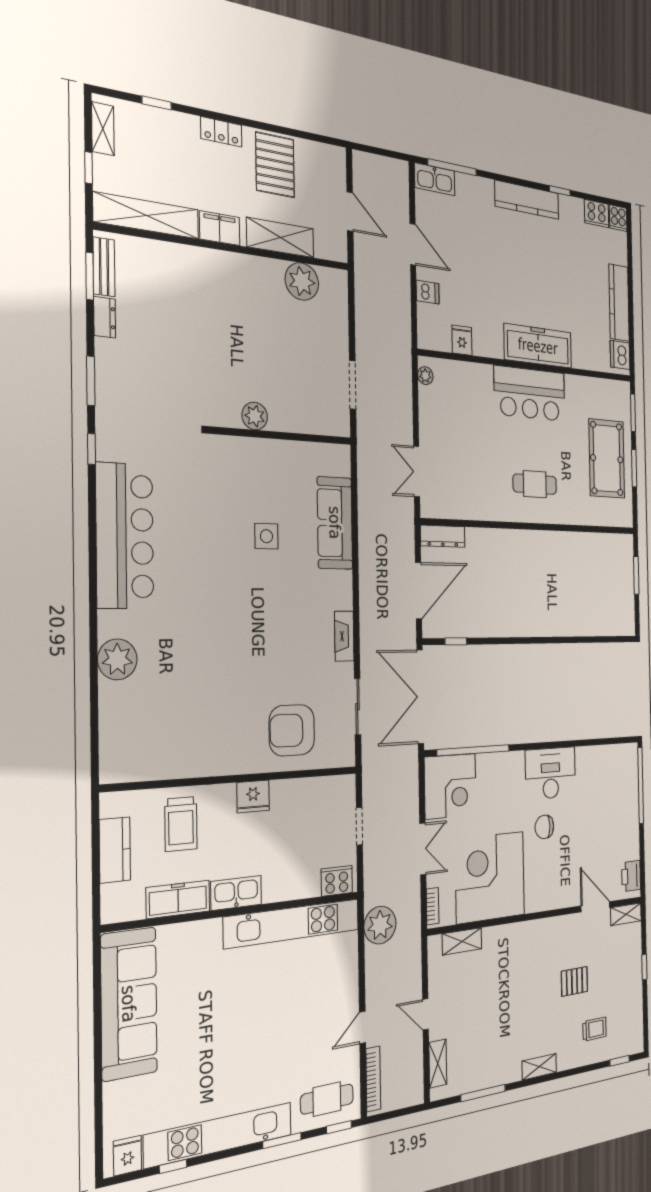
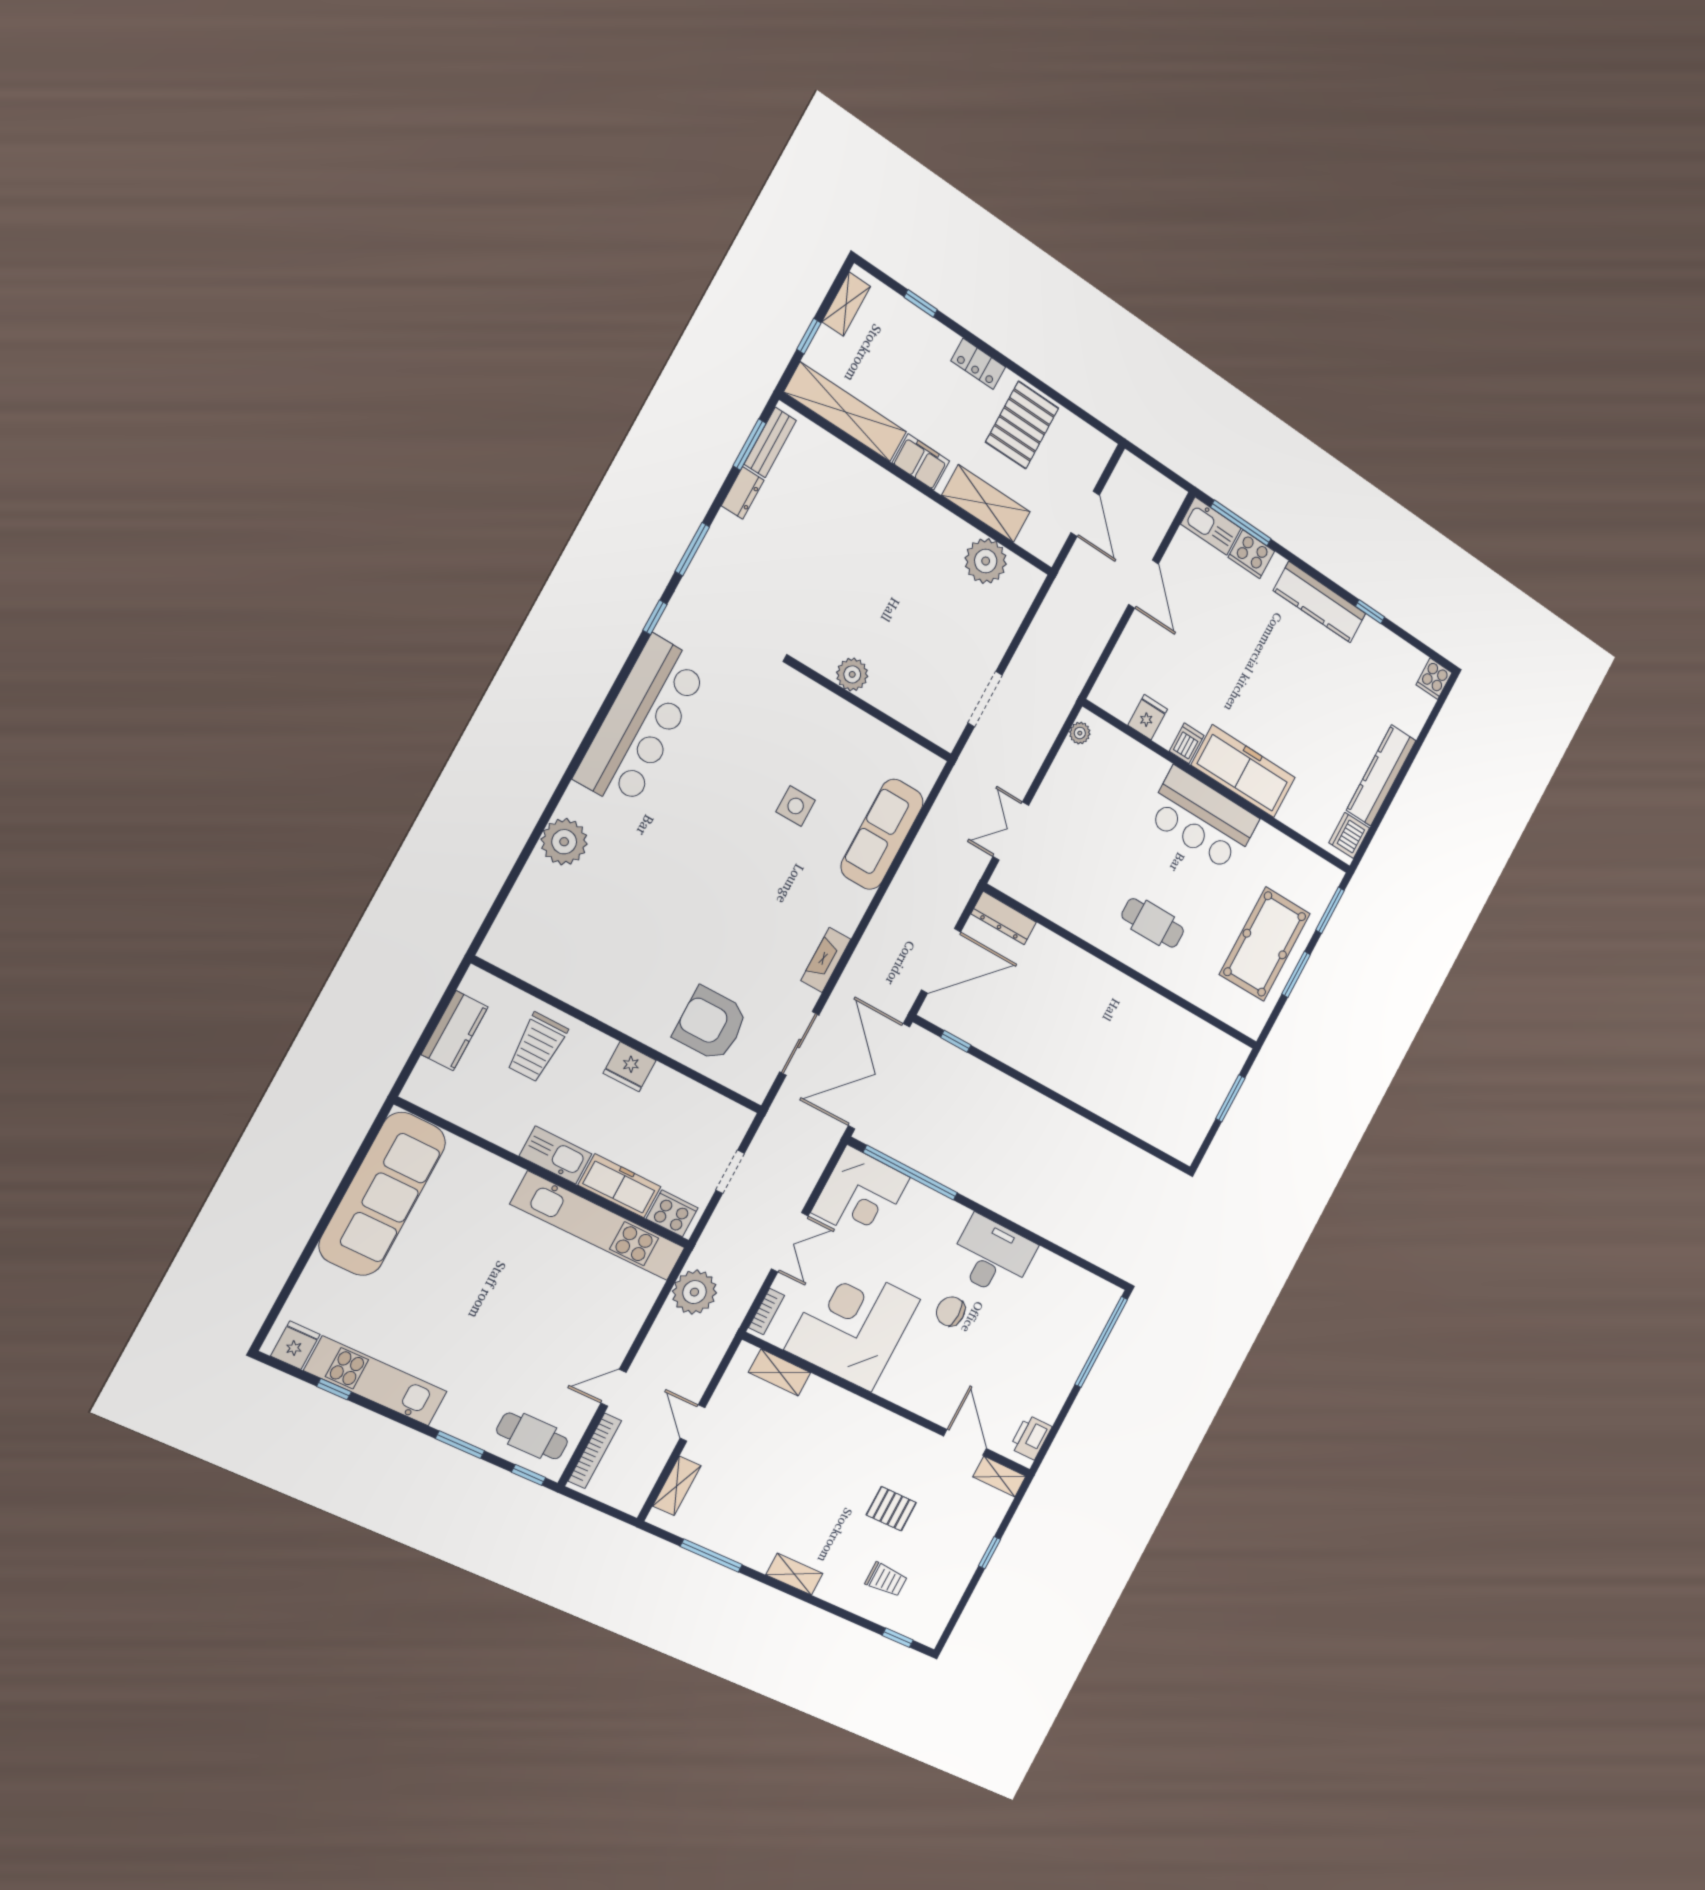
cooker: (597, 214) -> (1251, 554), moved
dishwasher: (428, 292) -> (1187, 743), moved, turned -90
freezer: (178, 899) -> (620, 1186), moved
kitchen unit: (219, 1135) -> (376, 1381), width x0.73

